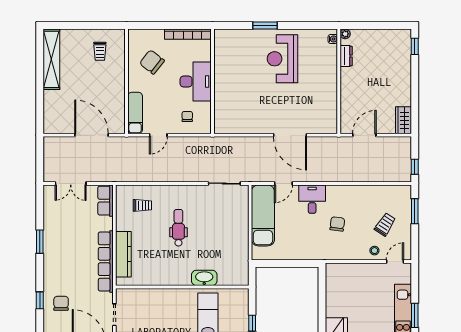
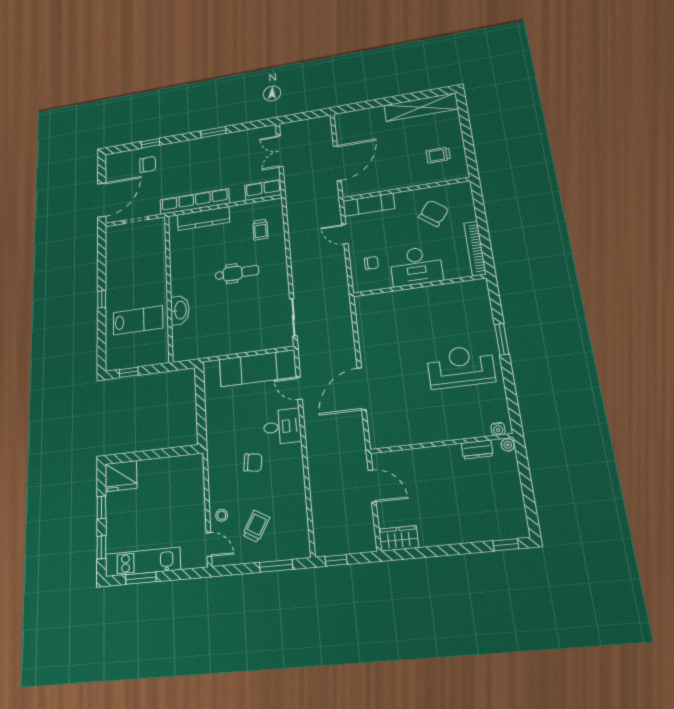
trolley: (385, 224) -> (256, 526), turned -93

